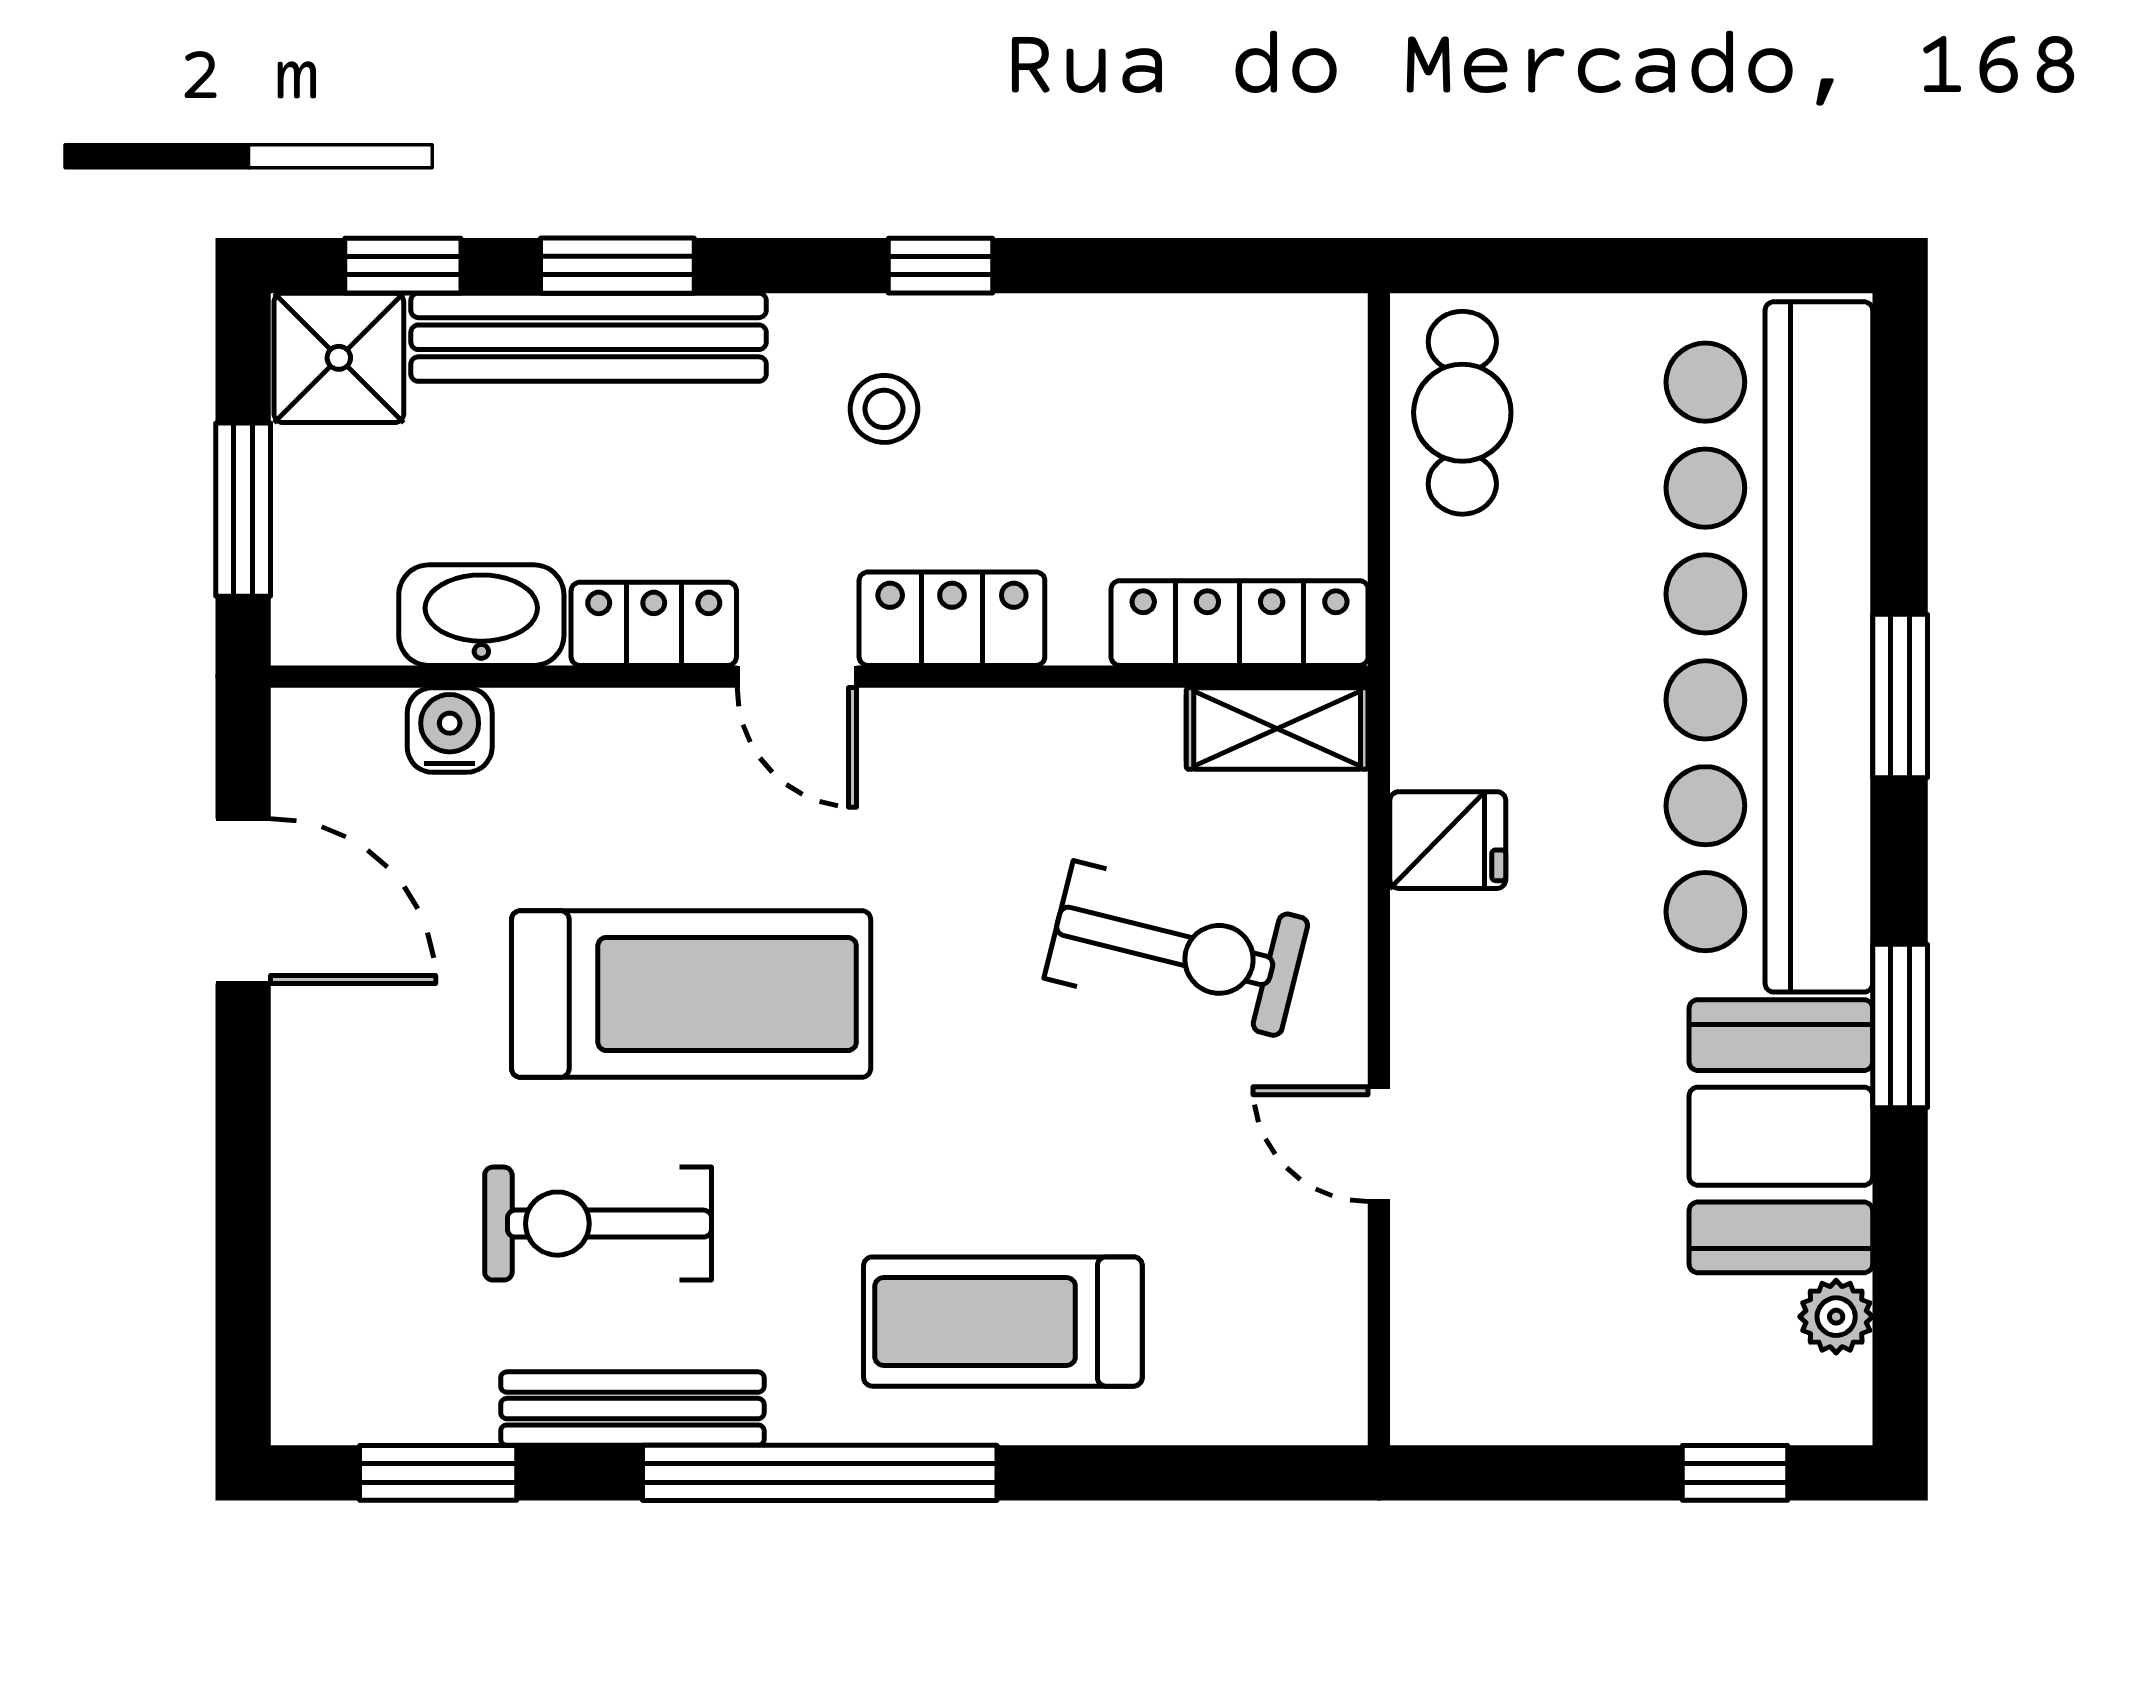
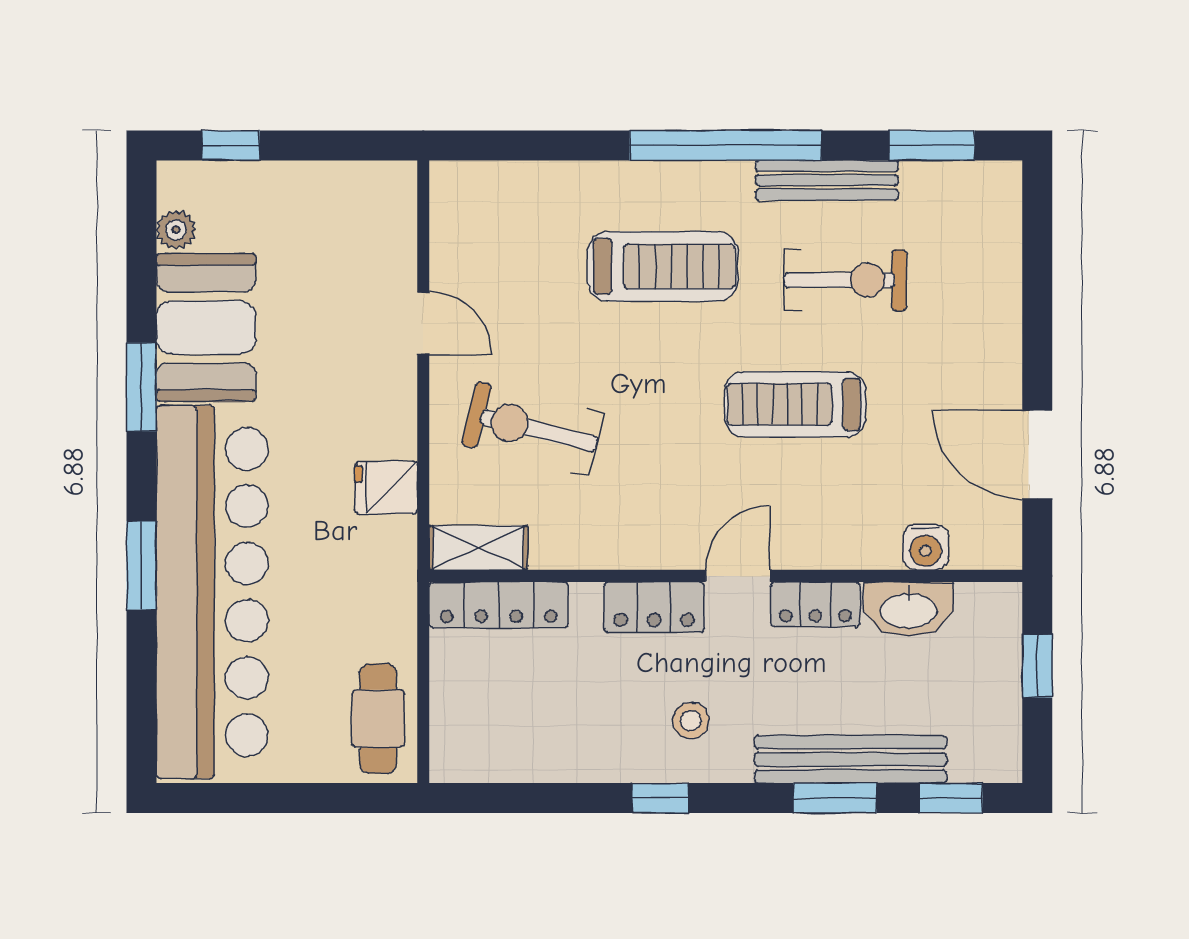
shower: (339, 358) -> (986, 748), removed
window: (243, 510) -> (1037, 666), width x0.67
door: (797, 677) -> (738, 576), hinge flipped
treadmill: (691, 994) -> (795, 404), width x0.73, depth x0.73
treadmill: (1003, 1322) -> (663, 266), moved

